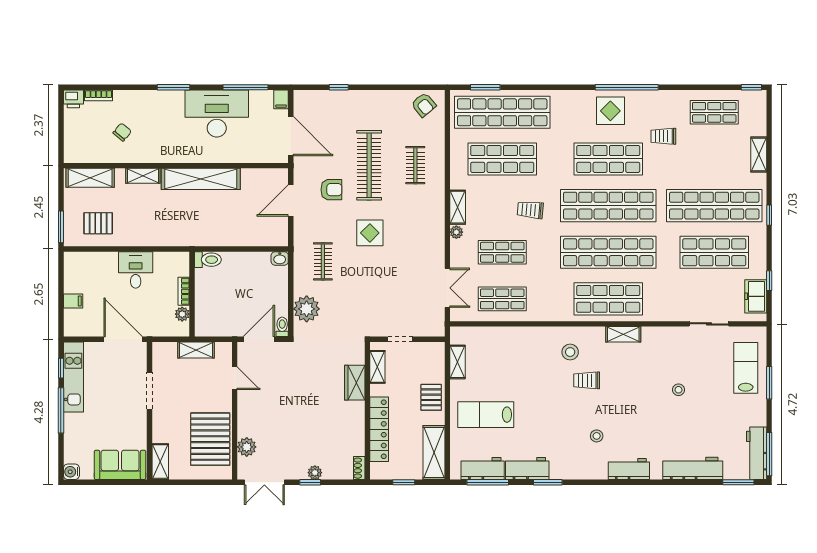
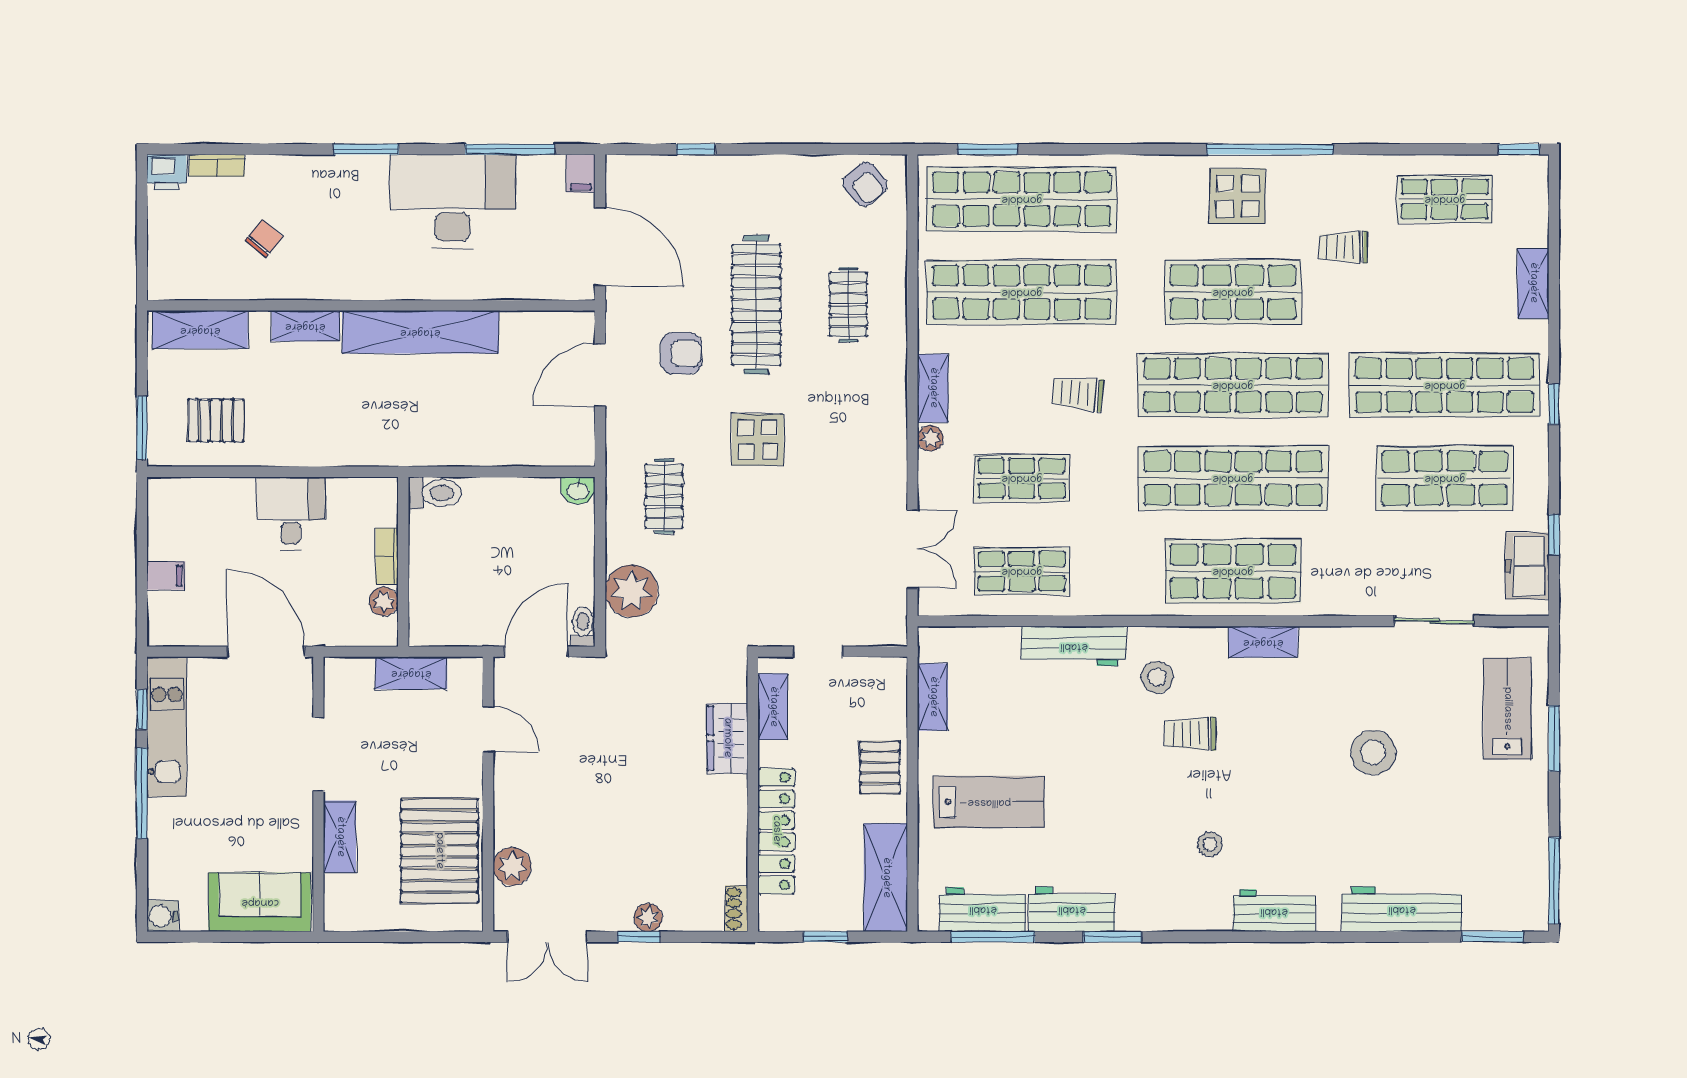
shop shelf: (502, 159) -> (1022, 292), width x1.40
stool: (679, 390) -> (1373, 752), width x1.89, depth x1.89
lab bench: (486, 415) -> (989, 802), turned 180
workbench: (757, 453) -> (1074, 646), moved, turned -90
shelving: (160, 462) -> (340, 837), moved

